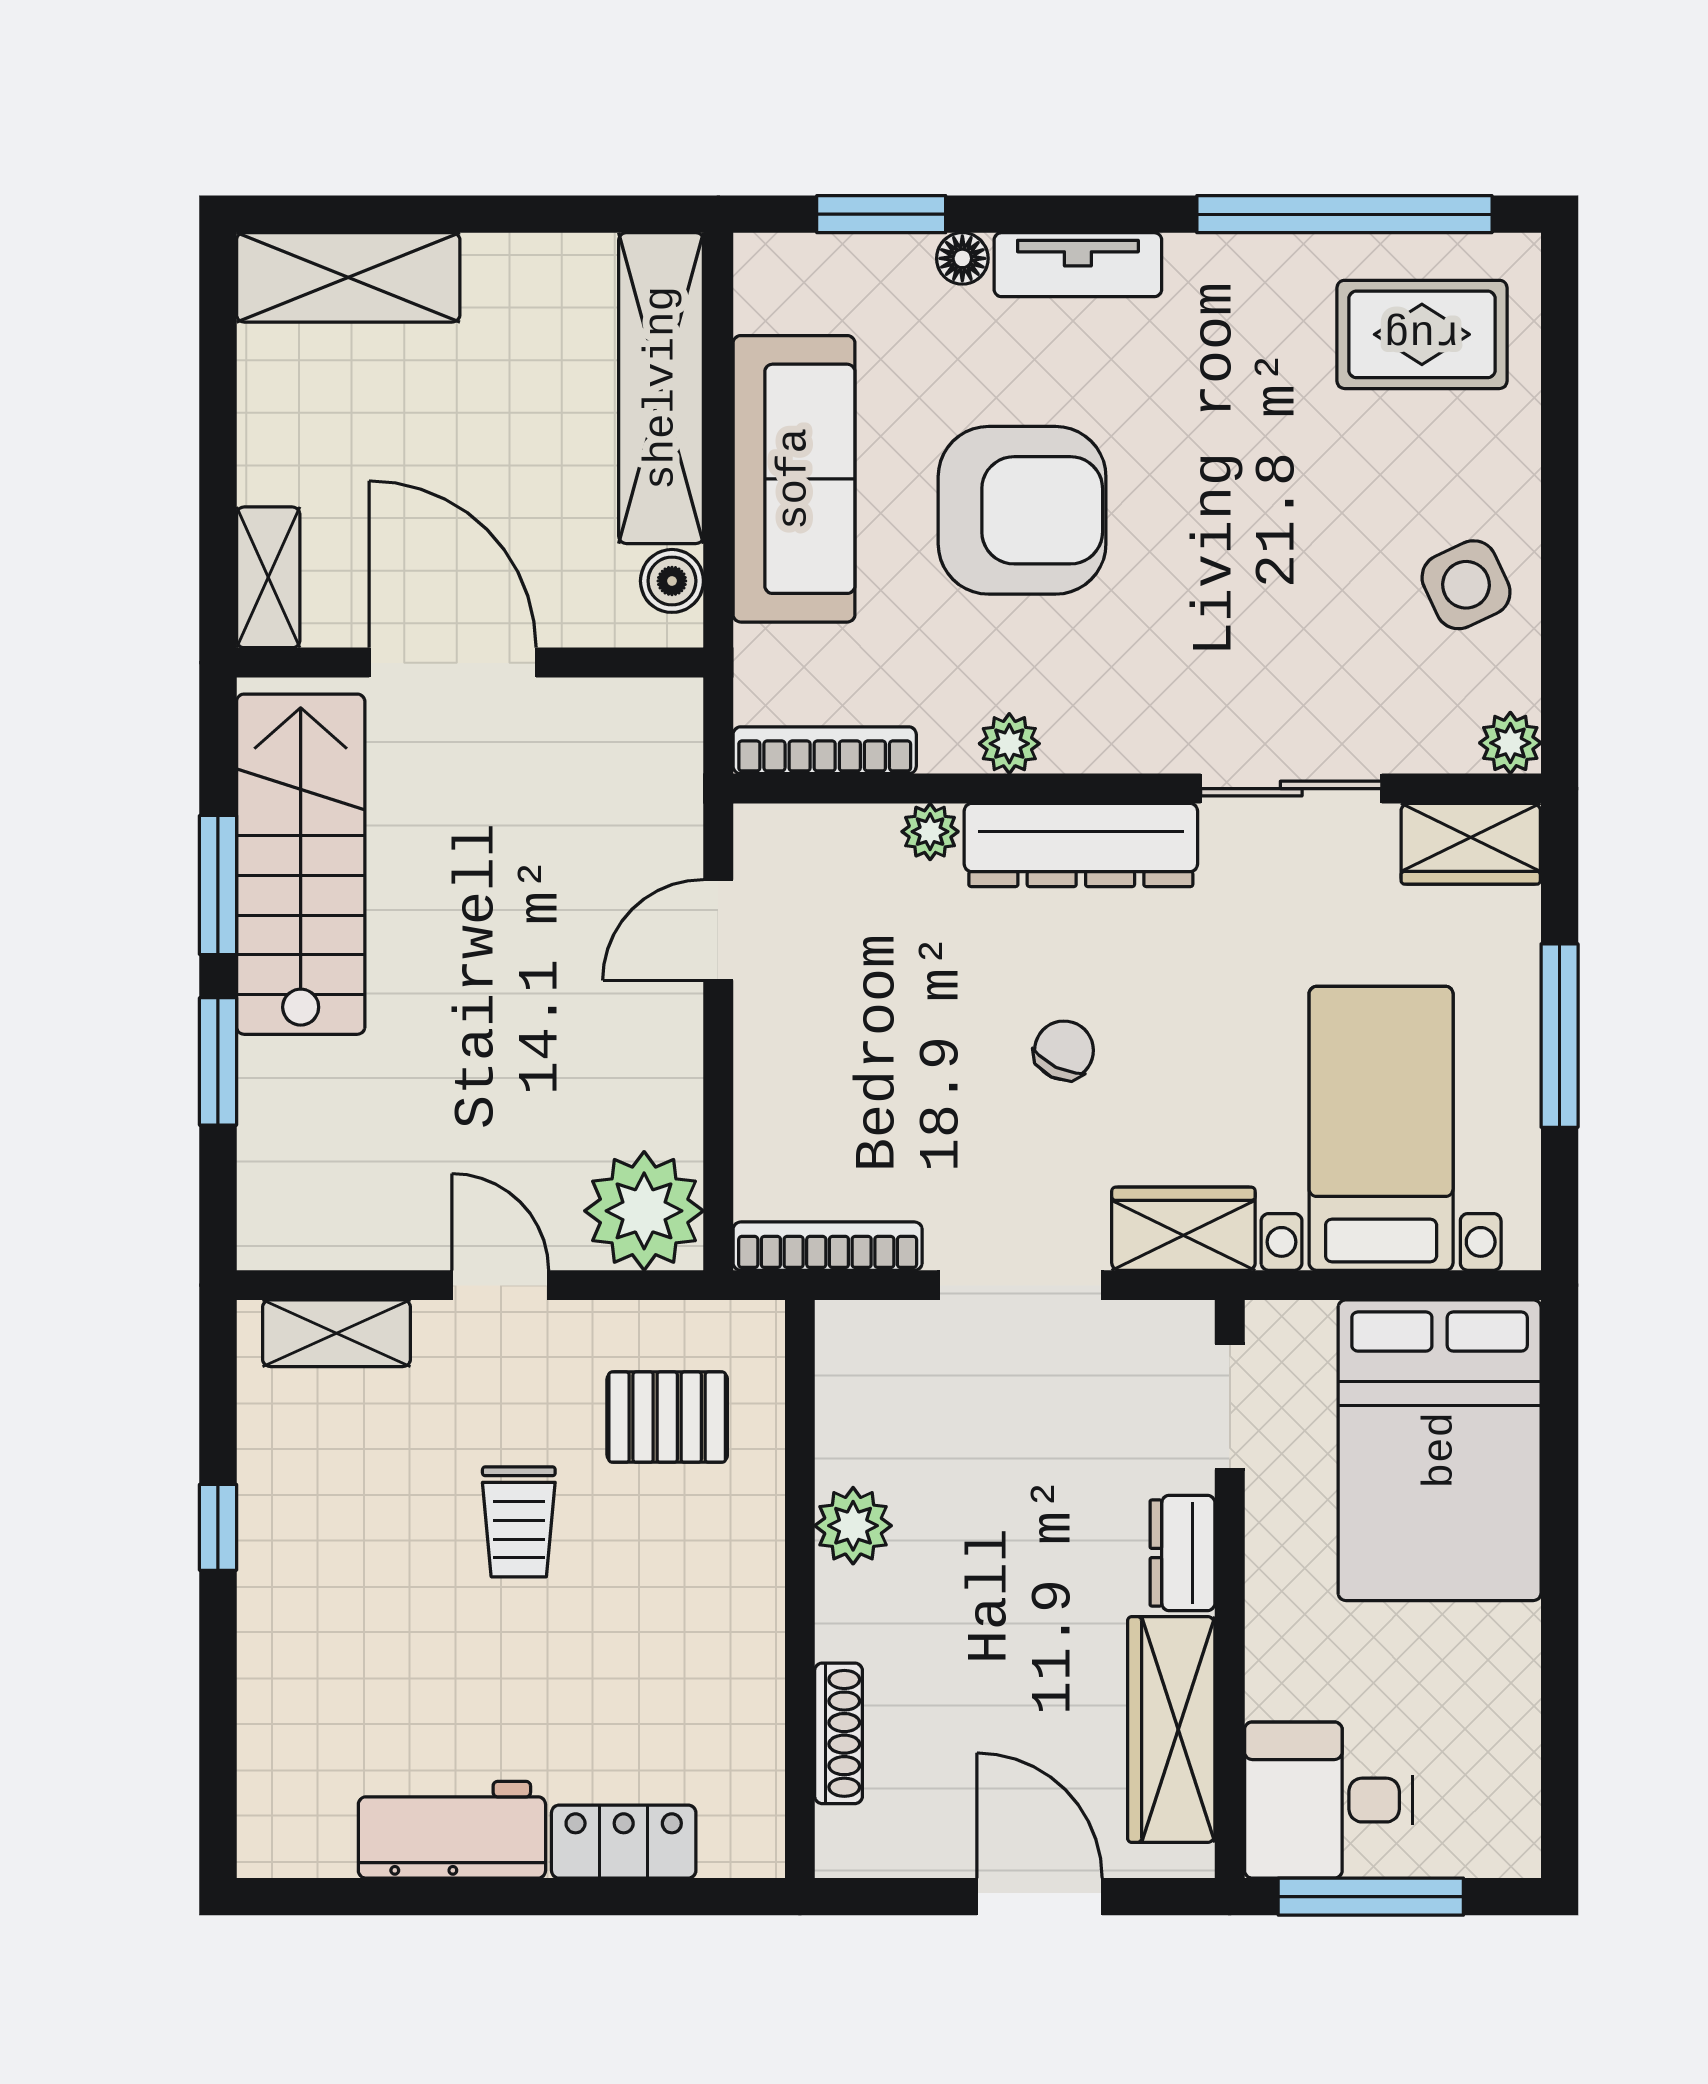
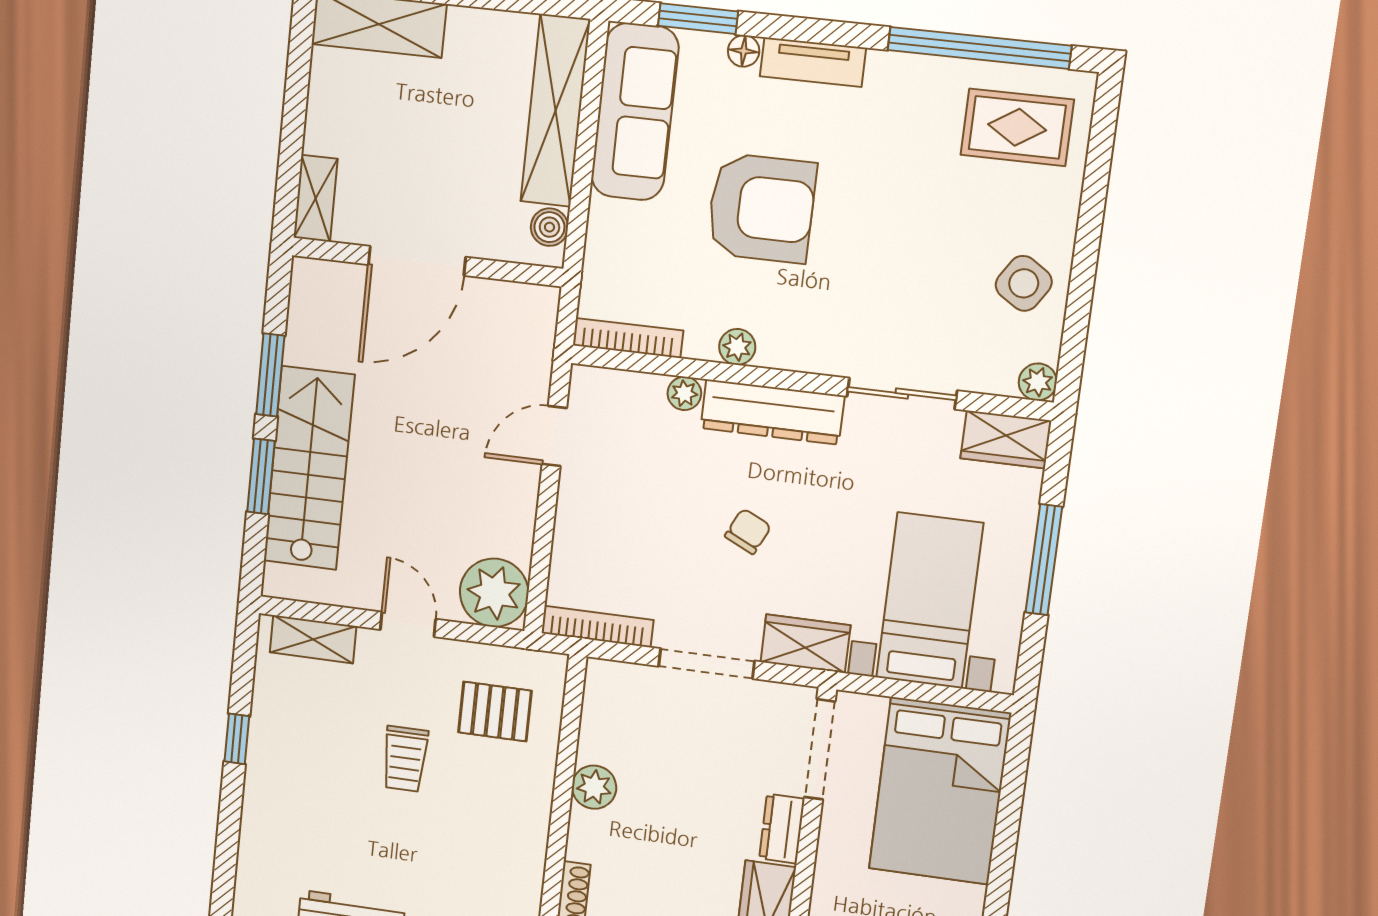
sofa: (794, 479) -> (635, 112), moved
side table: (1466, 585) -> (1024, 283), turned -32
door: (453, 663) -> (417, 261), swing flipped
stairs: (301, 864) -> (309, 468), moved
doorway: (1230, 1407) -> (820, 749), width x1.38

